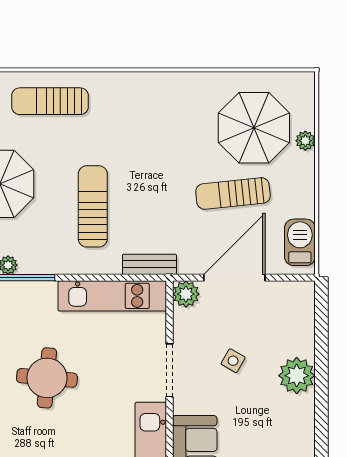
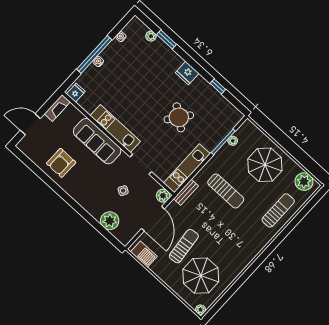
plant: (305, 141) -> (201, 310), moved
plant: (297, 376) -> (110, 221), moved
round table: (47, 378) -> (179, 117), turned 32

